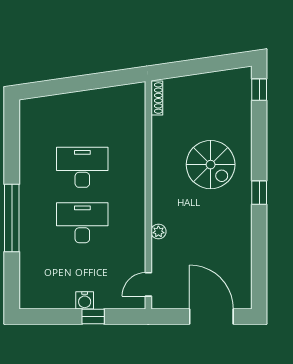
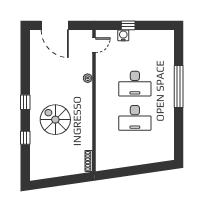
window: (259, 90) -> (25, 138), moved
water cooler: (85, 300) -> (123, 35), moved

